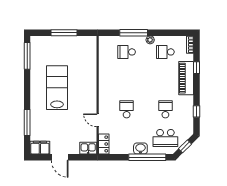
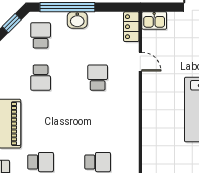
school desk: (127, 109) -> (98, 78), turned 180
school desk: (165, 138) -> (41, 35), width x0.54

